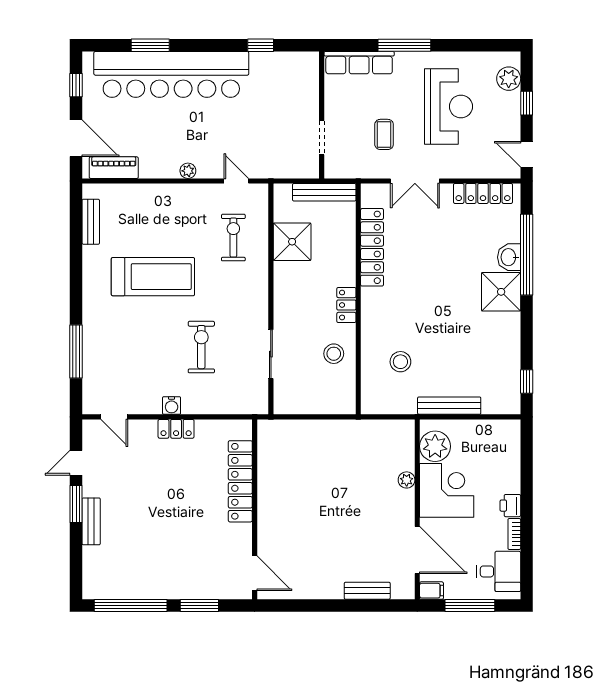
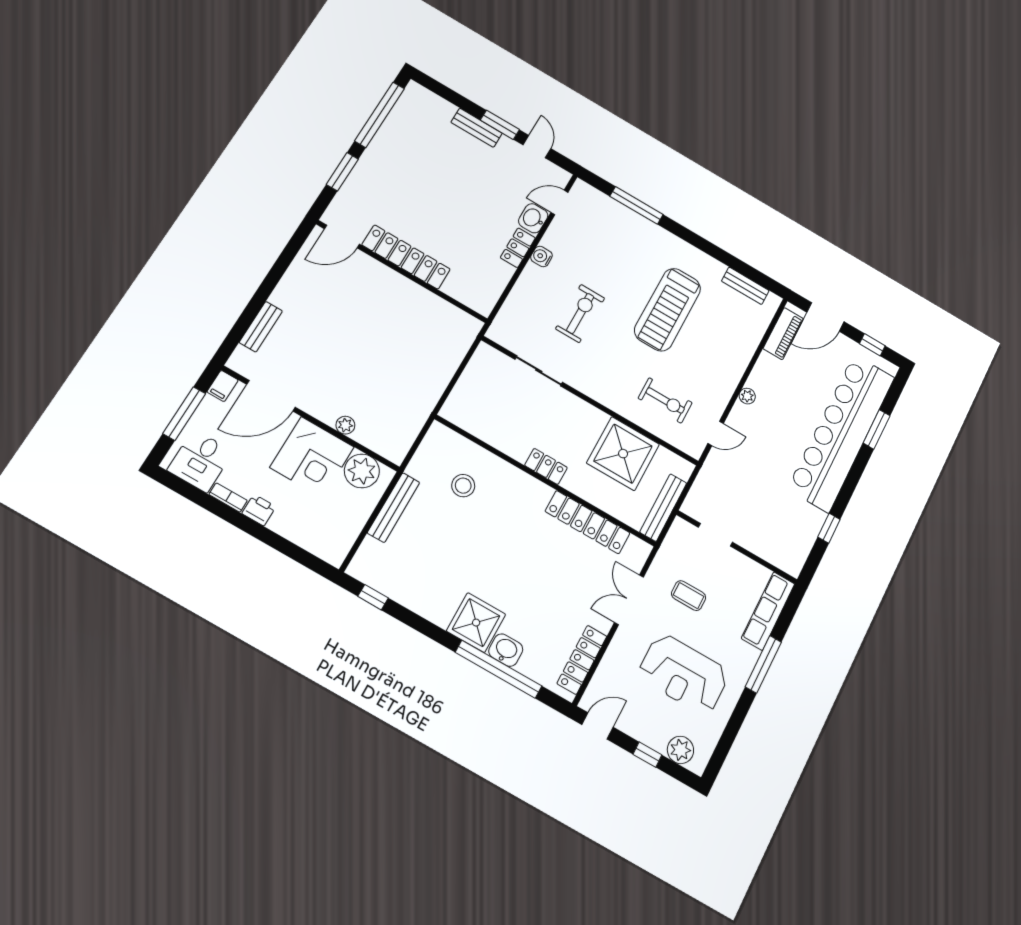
shower: (292, 242) -> (623, 454), width x1.37, depth x1.37
exercise bike: (201, 347) -> (580, 313), turned -90
stool: (334, 354) -> (506, 428), removed
washbasin: (142, 431) -> (533, 218), added
locker: (240, 481) -> (406, 257), moved

